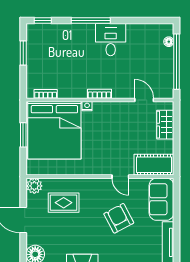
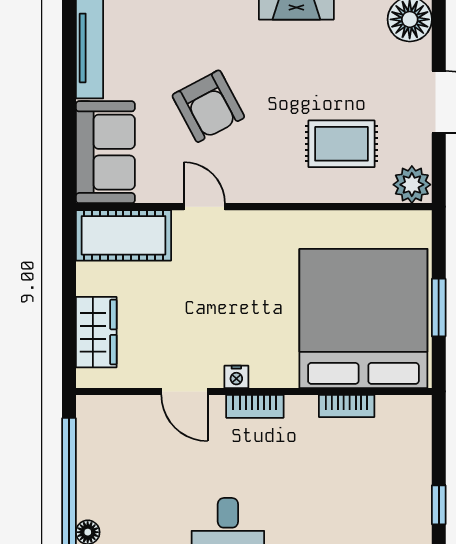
window: (23, 53) -> (439, 505), width x0.67
bookcase: (46, 94) -> (347, 406), moved
door: (144, 100) -> (185, 391), moved
nightstand: (87, 106) -> (236, 377), moved

